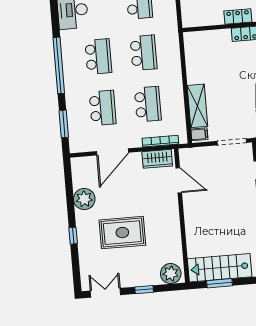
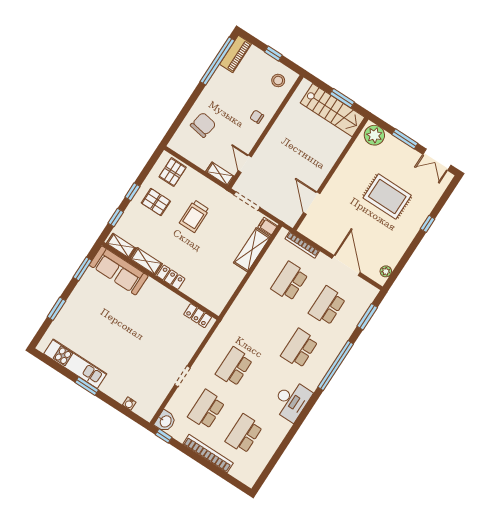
locker: (238, 16) -> (198, 316), moved
school desk: (144, 53) -> (262, 324), removed
door: (112, 152) -> (346, 265), hinge flipped
wardrobe: (157, 159) -> (315, 233), removed
plant: (84, 199) -> (386, 271), moved, width x0.53, depth x0.53
window: (144, 290) -> (405, 139), width x1.50

